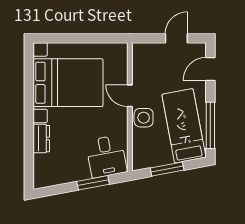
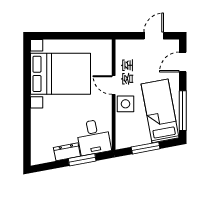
dresser: (41, 139) -> (67, 152), moved, turned -101

